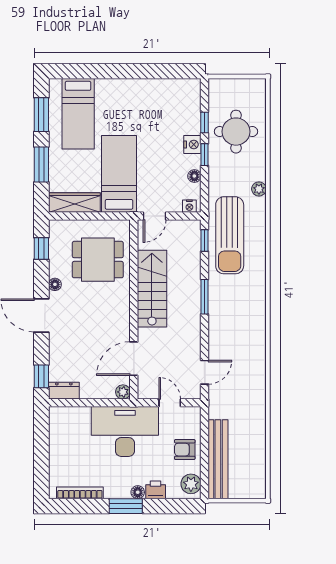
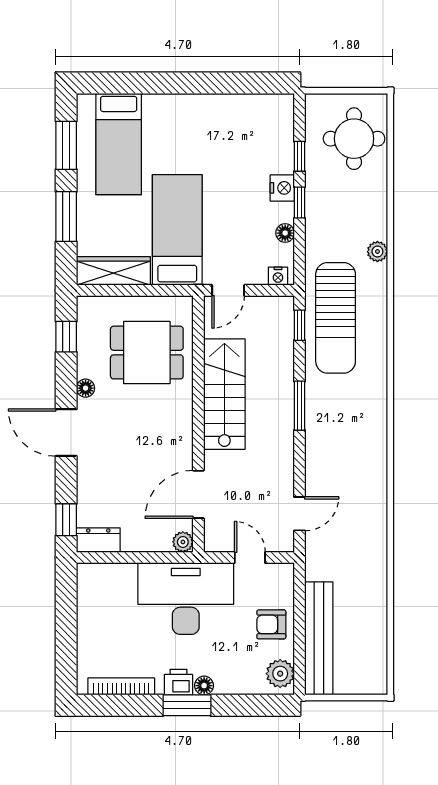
round table: (236, 132) -> (354, 139), moved
printer: (156, 490) -> (178, 682), moved

